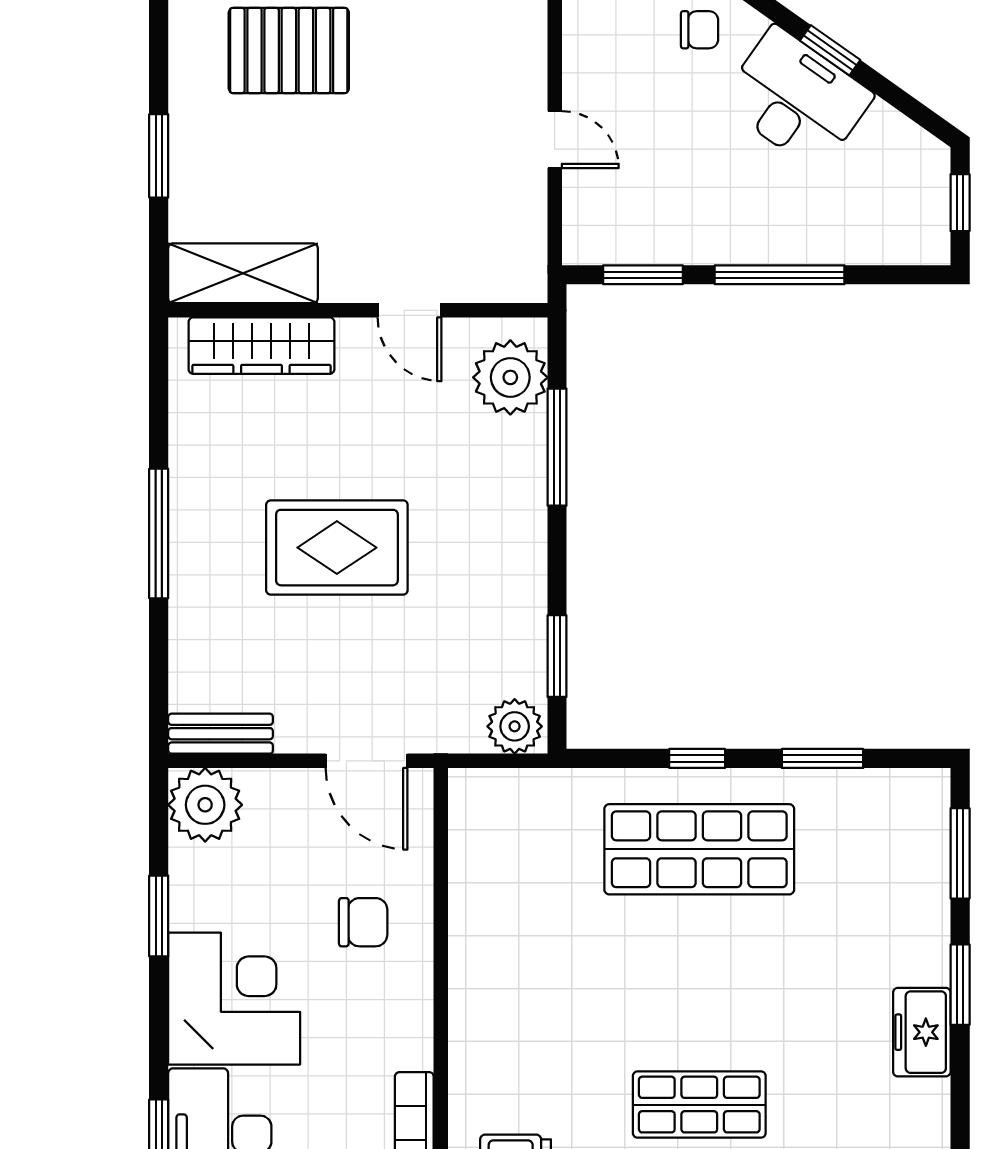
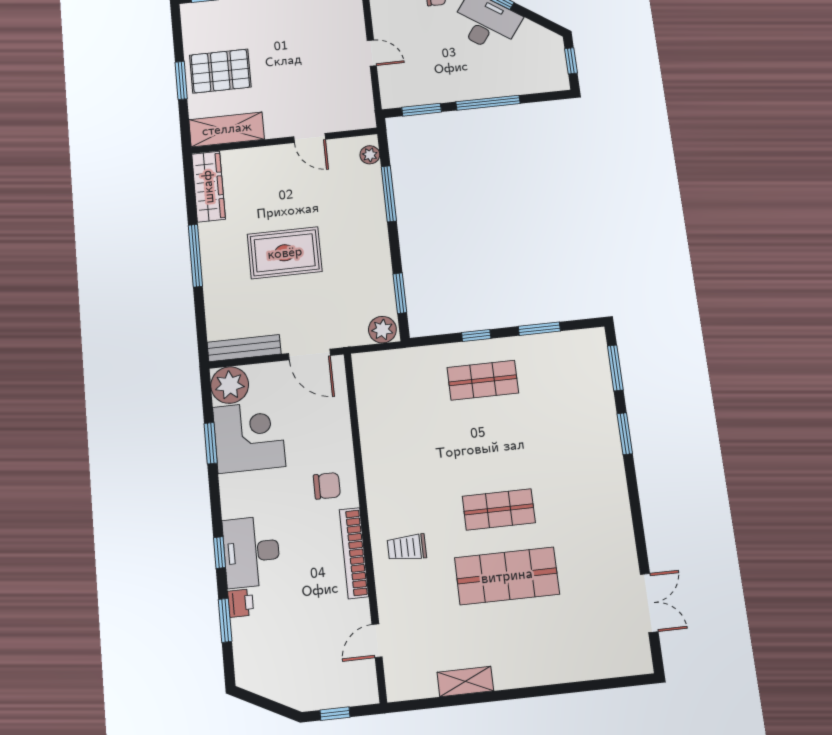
pallet: (289, 51) -> (220, 71), moved
wardrobe: (261, 346) -> (208, 187), moved, turned -90
plant: (510, 377) -> (370, 155), width x0.53, depth x0.53
bench: (221, 734) -> (244, 348), width x1.36
shop shelf: (699, 849) -> (483, 380), width x0.70, depth x0.74
chair: (363, 922) -> (327, 486), moved
corner desk: (234, 999) -> (249, 437), moved
freezer: (922, 1032) -> (609, 460), removed

